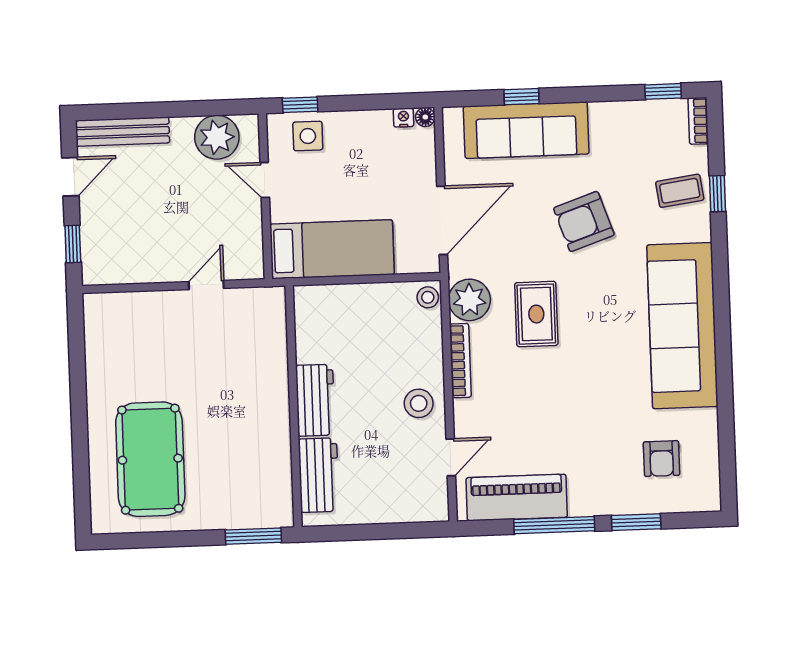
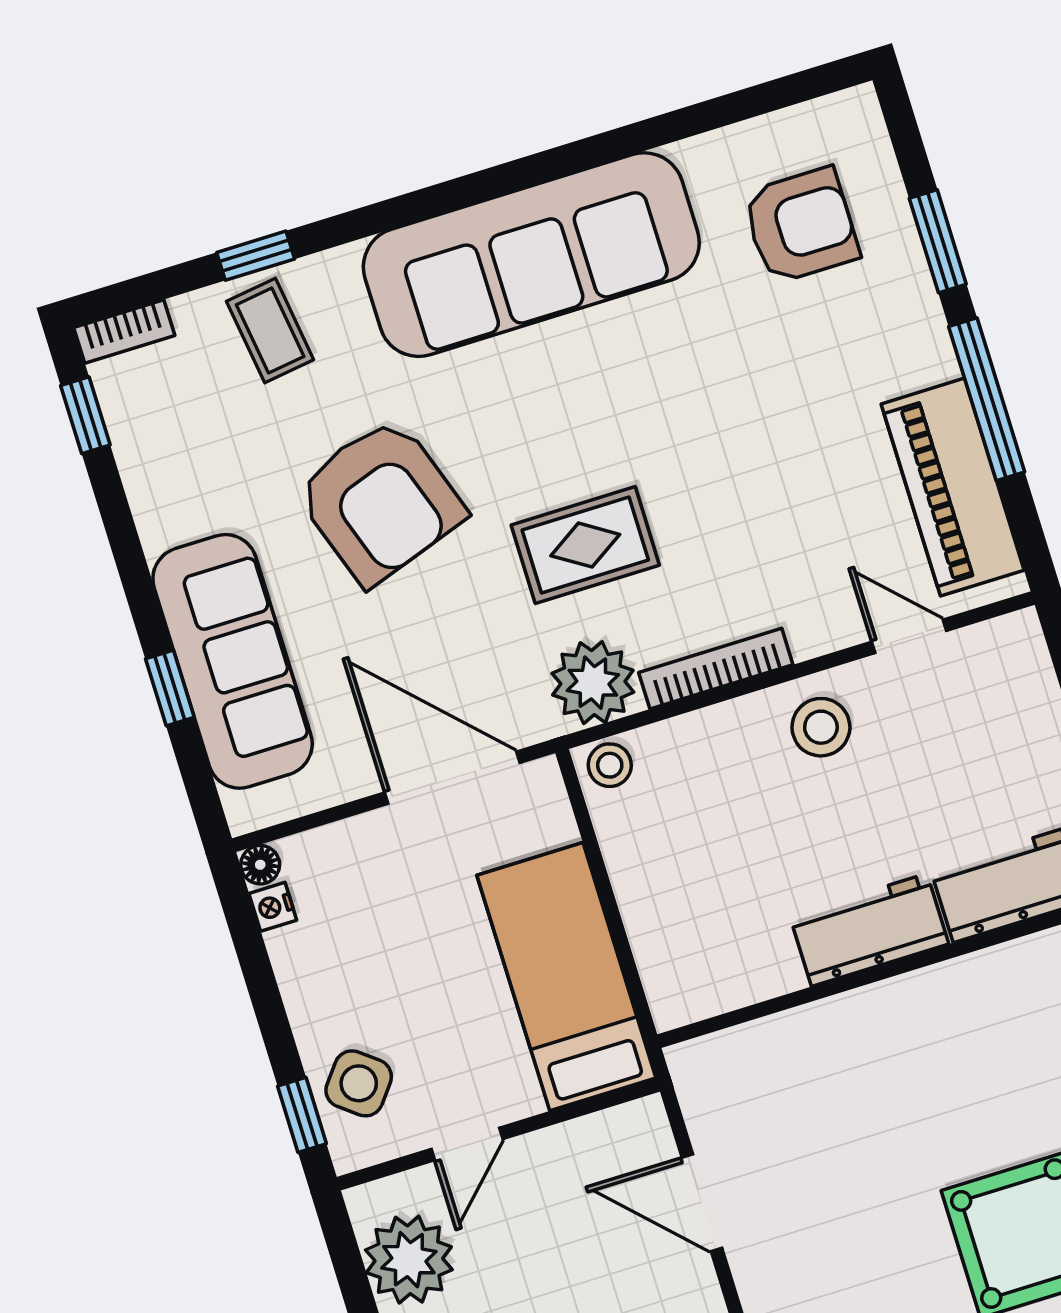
side table: (308, 136) -> (359, 1083), turned 38
armchair: (584, 221) -> (380, 501), width x1.36, depth x1.36
door: (206, 285) -> (702, 1203), width x1.38
armchair: (662, 459) -> (801, 225), width x1.38, depth x1.38

